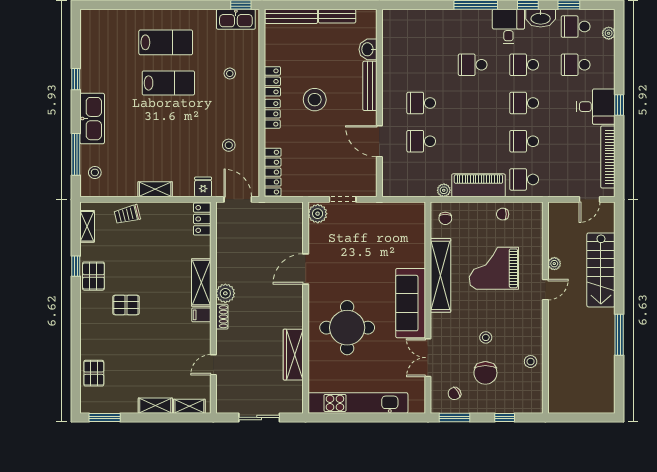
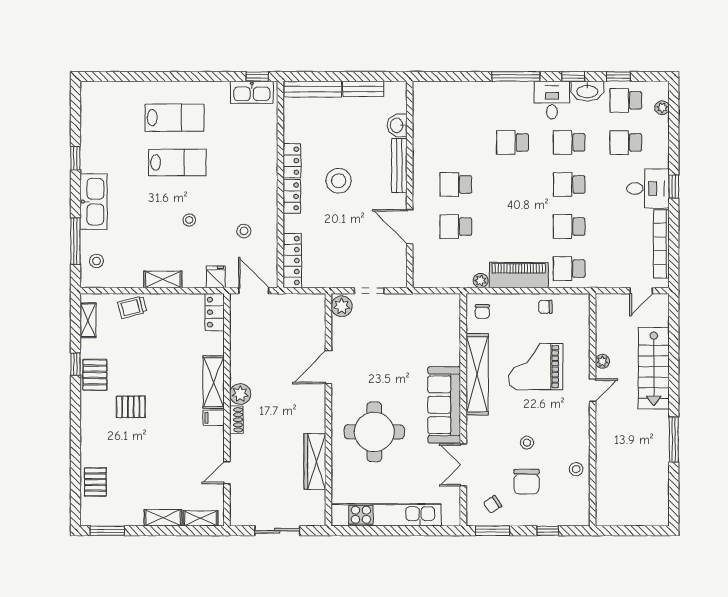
stool: (230, 74) -> (189, 220), moved

